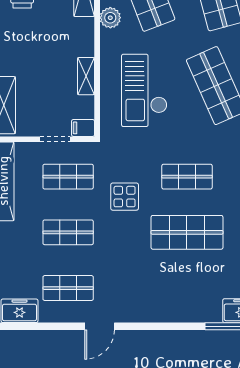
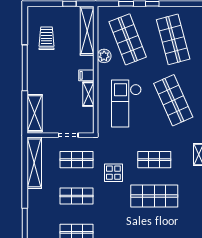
filing cabinet: (83, 128) -> (86, 75), moved

